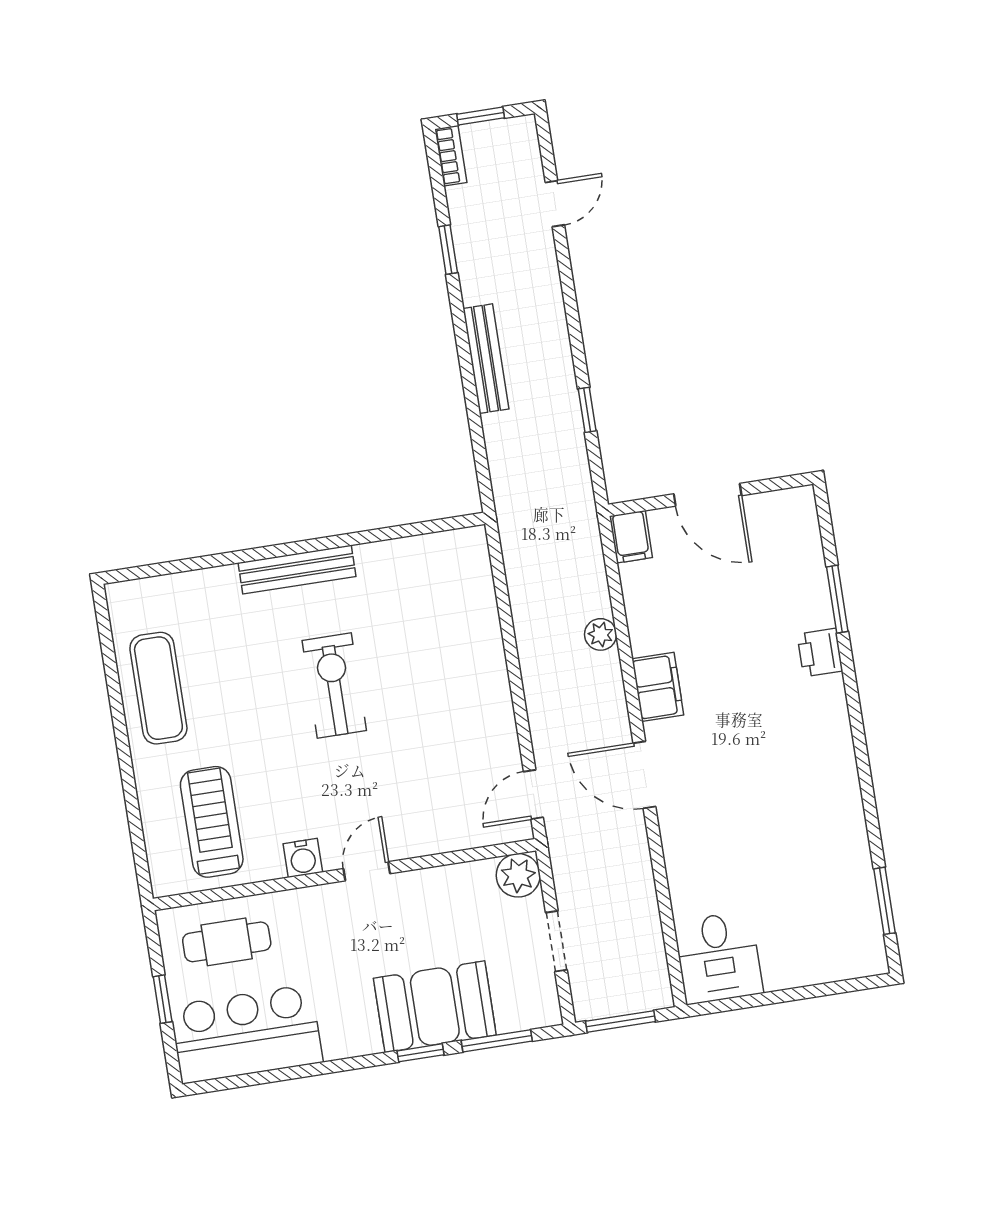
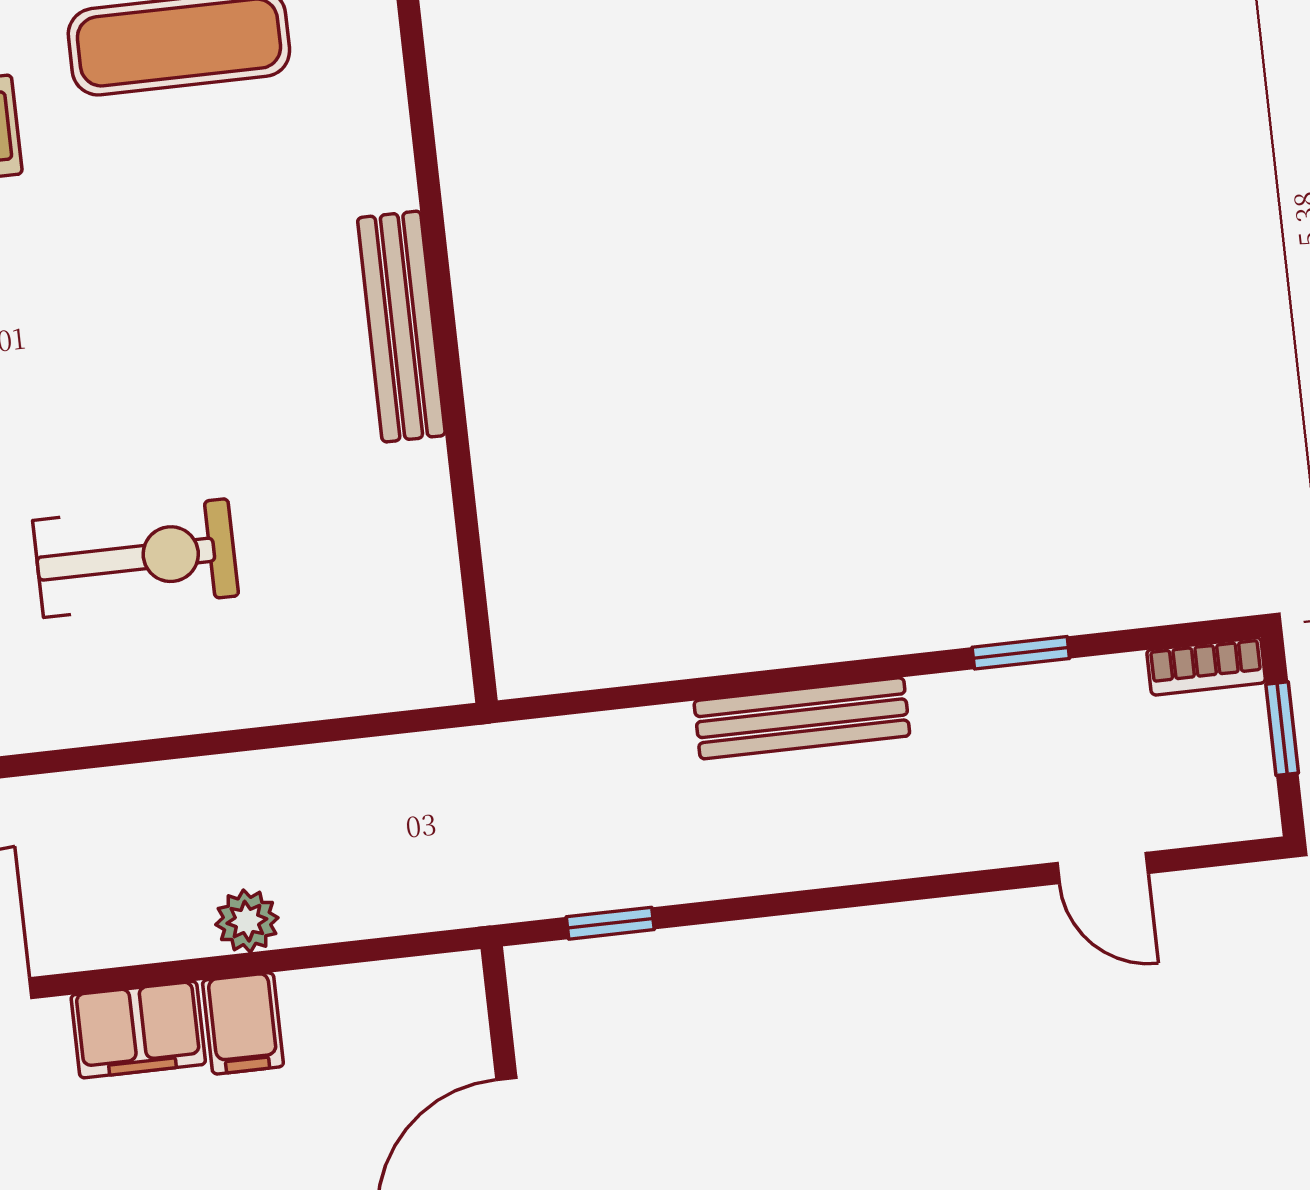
window: (587, 410) -> (610, 923), moved
filing cabinet: (631, 537) -> (243, 1023), moved, turned -90
exercise bike: (334, 685) -> (136, 558), moved

